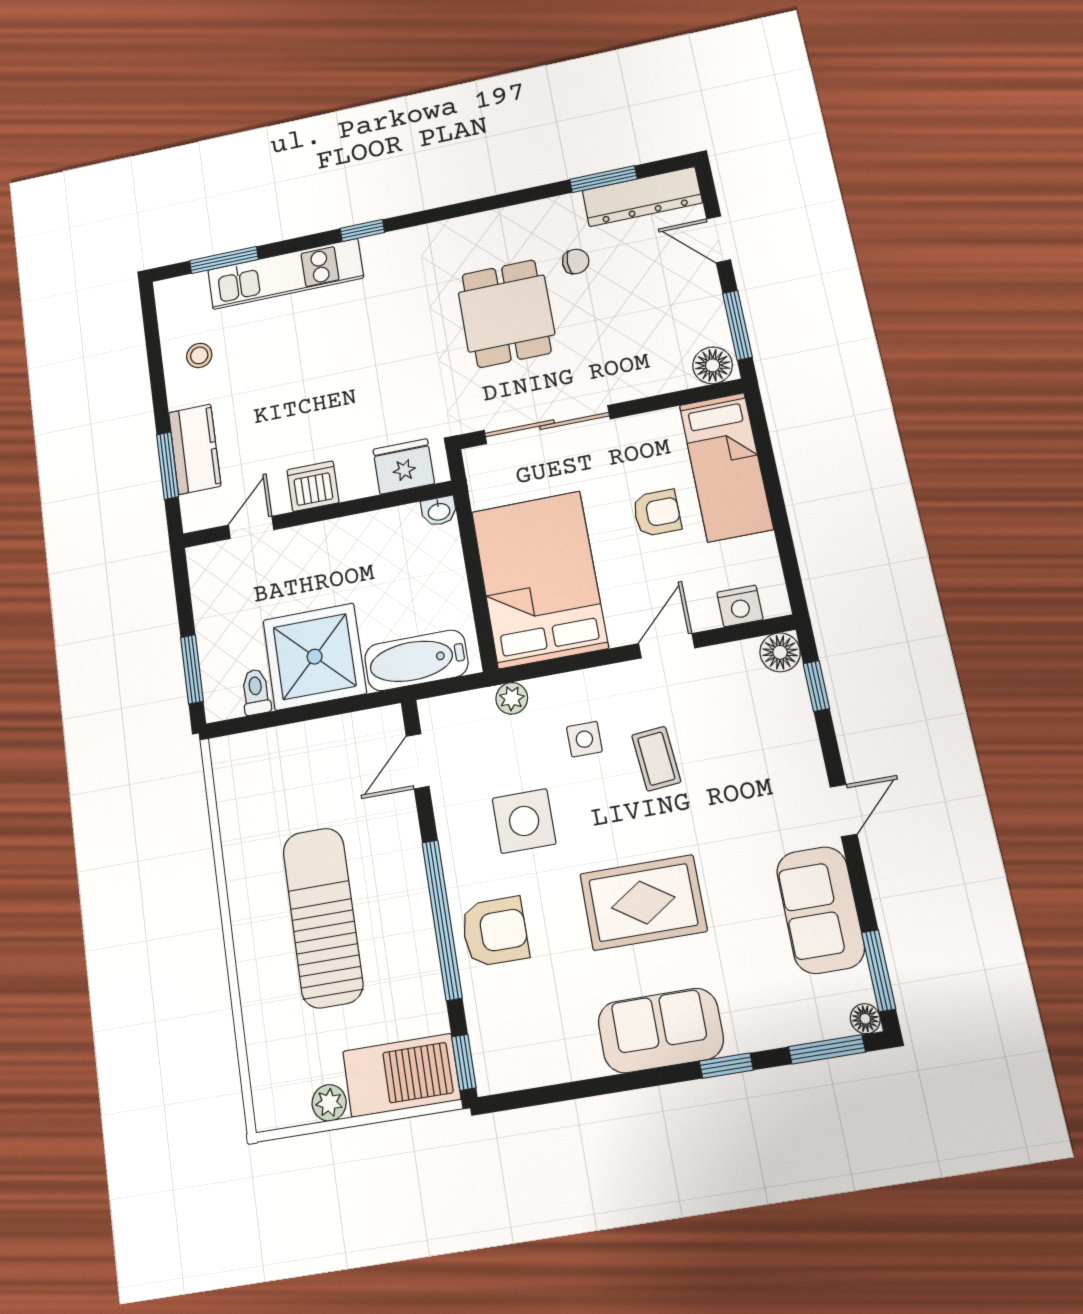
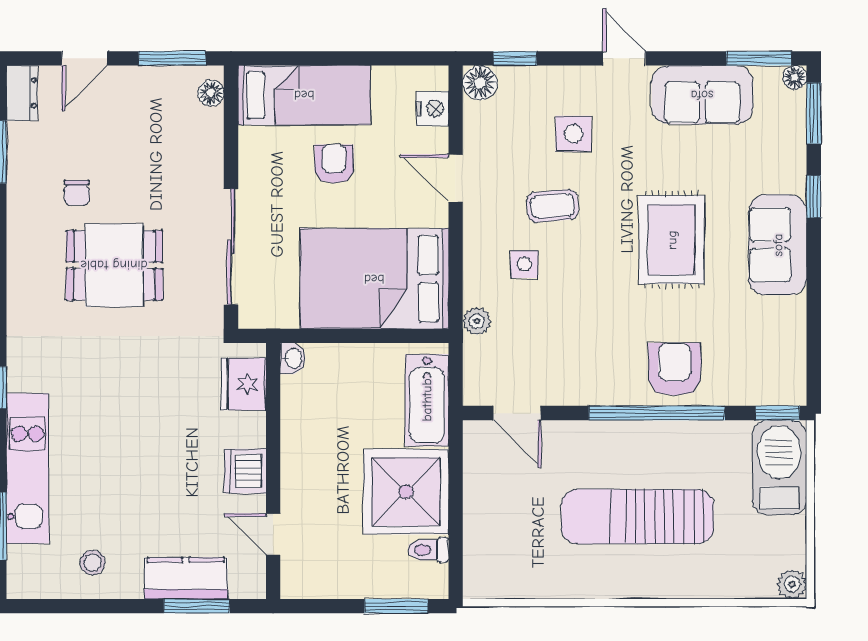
dresser: (642, 197) -> (22, 93), width x0.51, depth x0.80
chair: (576, 261) -> (77, 193), turned 180
floor lamp: (713, 365) -> (211, 93), width x0.73, depth x0.73
side table: (524, 821) -> (574, 134), moved, width x0.73, depth x0.73
plant: (329, 1103) -> (792, 584), moved

